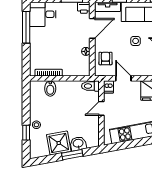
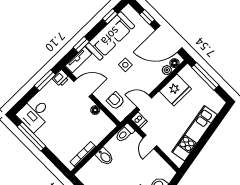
door: (92, 28) -> (83, 88), hinge flipped
bidet: (50, 89) -> (105, 157), moved

